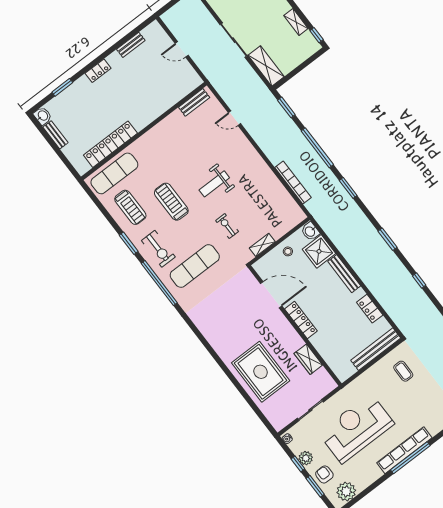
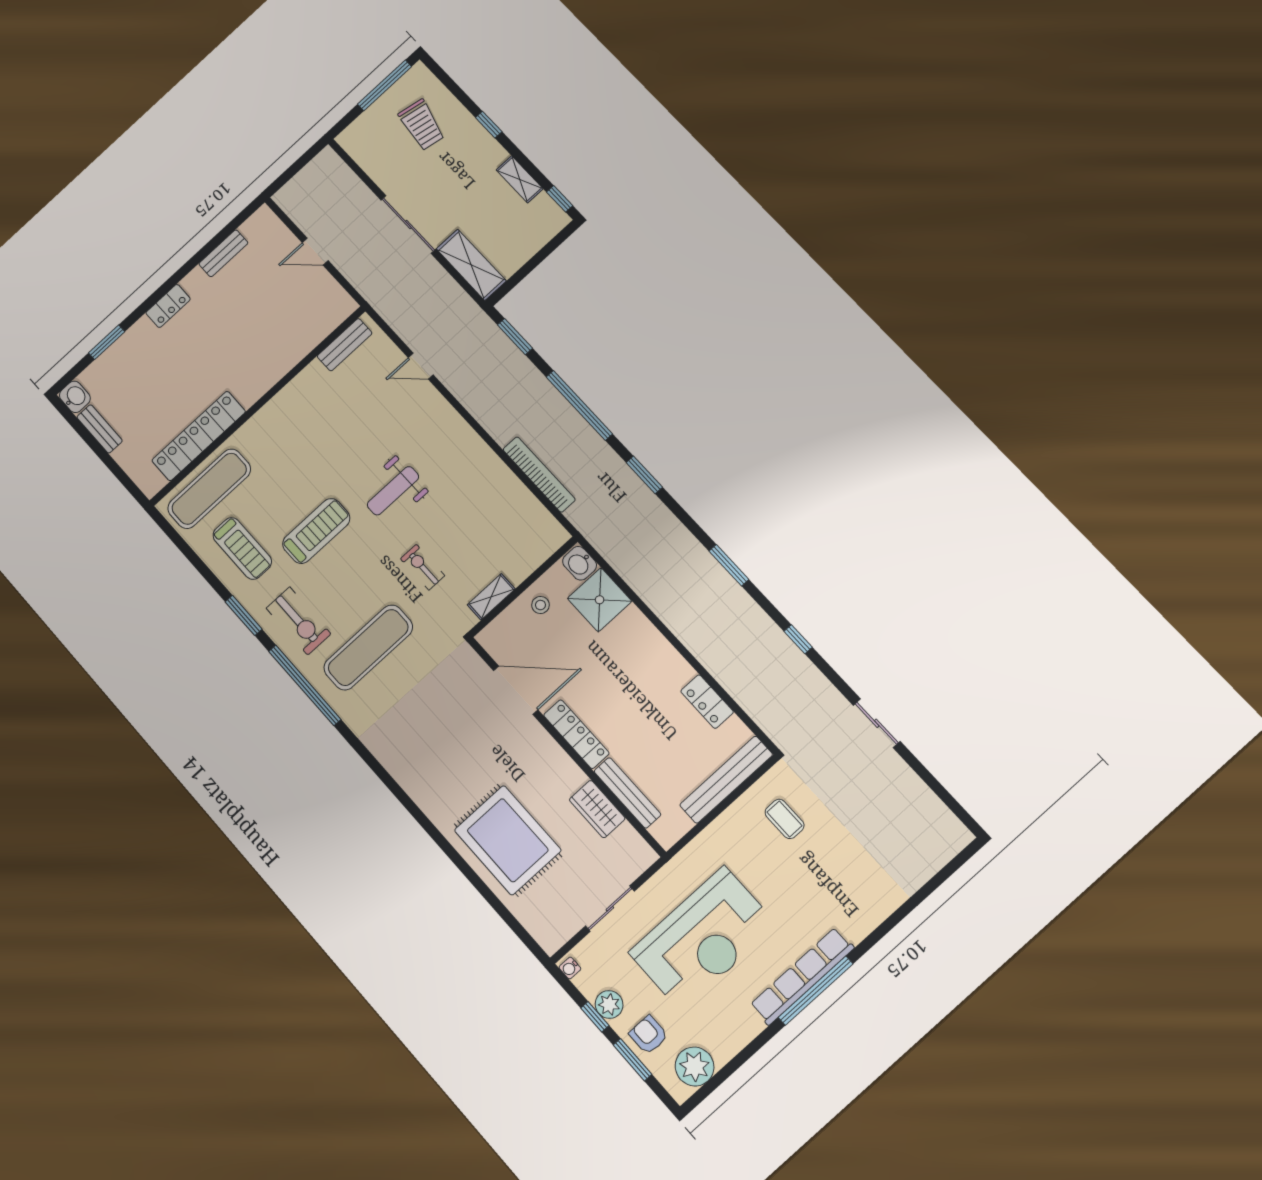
treadmill: (171, 202) -> (316, 531), turned 90
bench: (344, 274) -> (627, 793), moved
reception desk: (356, 428) -> (703, 939), turned 180

